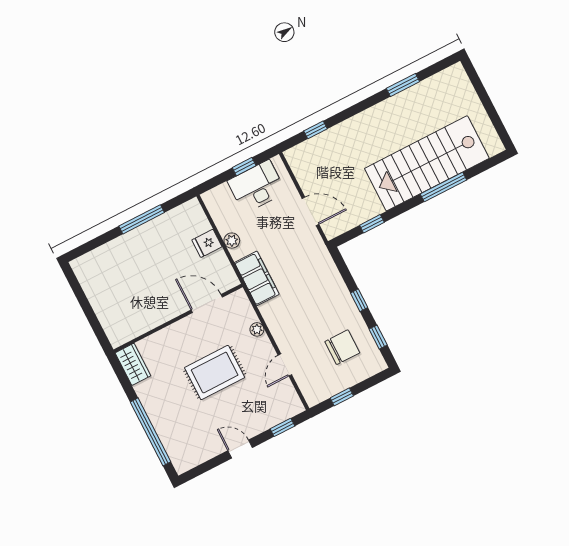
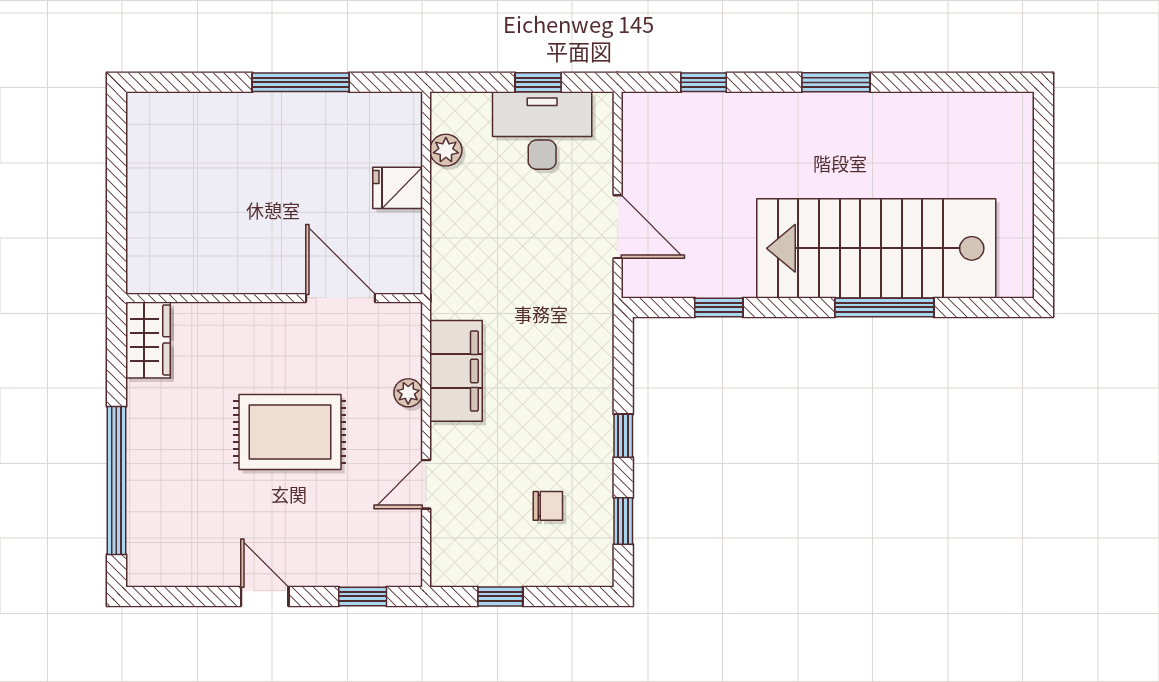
window: (403, 85) -> (836, 82), moved
plant: (232, 241) -> (446, 150), moved
filing cabinet: (257, 278) -> (456, 371), moved
chair: (342, 347) -> (548, 506), width x0.54, depth x0.54

